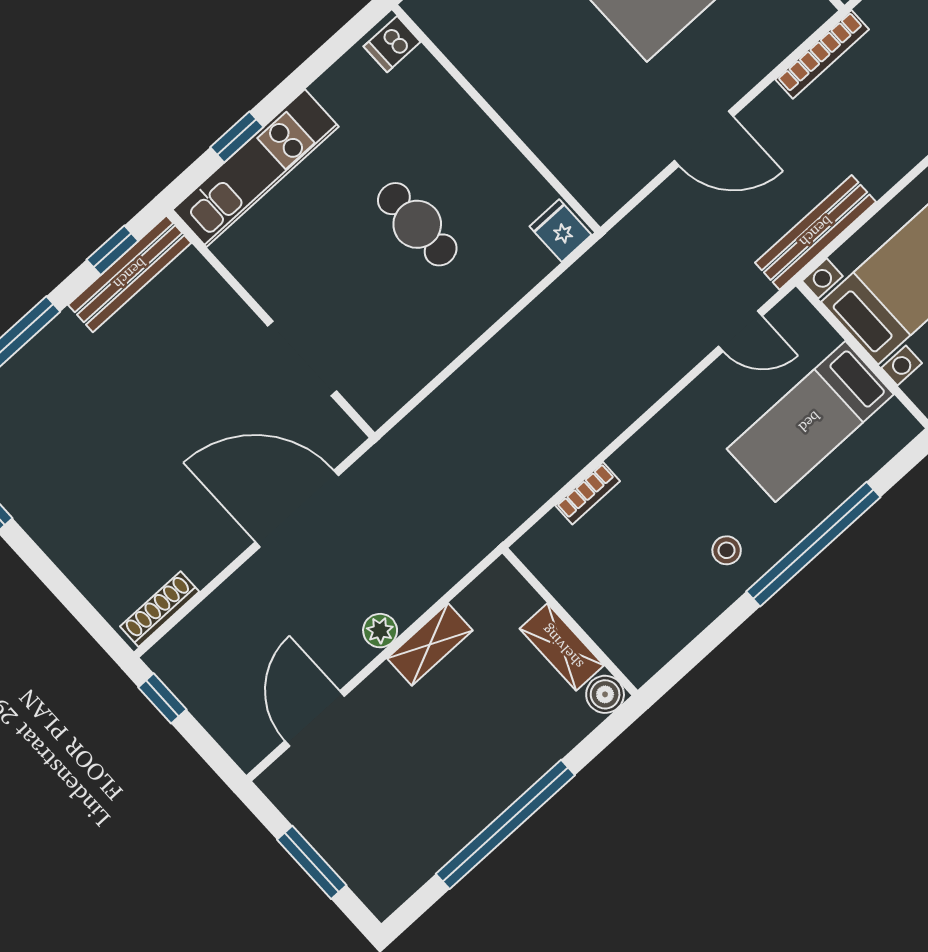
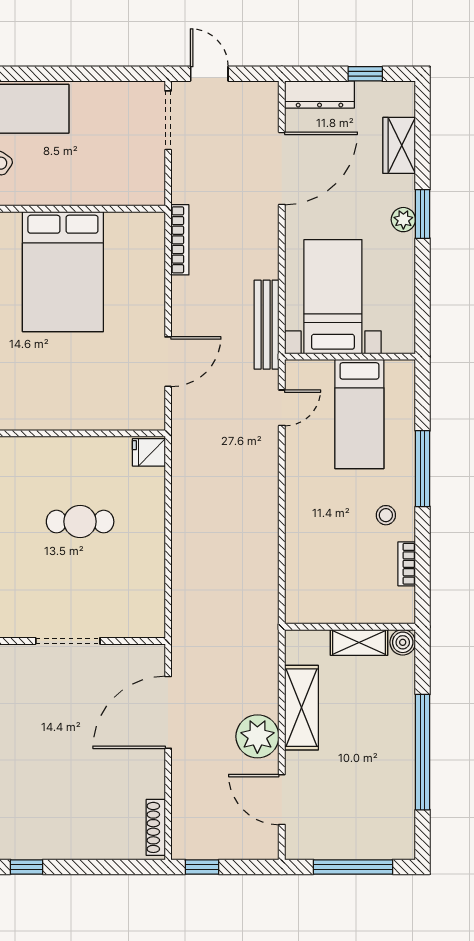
door: (704, 139) -> (168, 362), moved
doorway: (302, 358) -> (68, 641), moved
bookcase: (588, 493) -> (407, 564), moved, turned 180
window: (813, 544) -> (423, 469), width x0.68
plant: (380, 631) -> (257, 736), width x1.88, depth x1.88
shelving: (430, 644) -> (302, 708), width x1.50, depth x1.33
window: (312, 862) -> (353, 867), width x1.44

